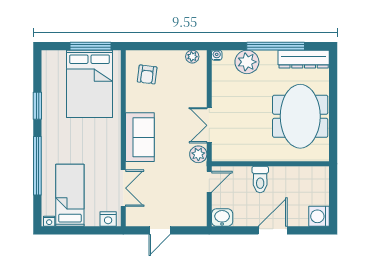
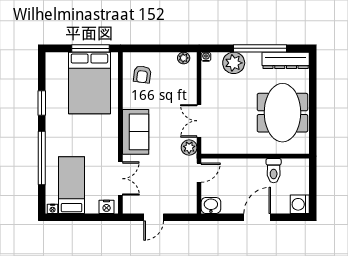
toilet: (260, 179) -> (274, 171), moved

